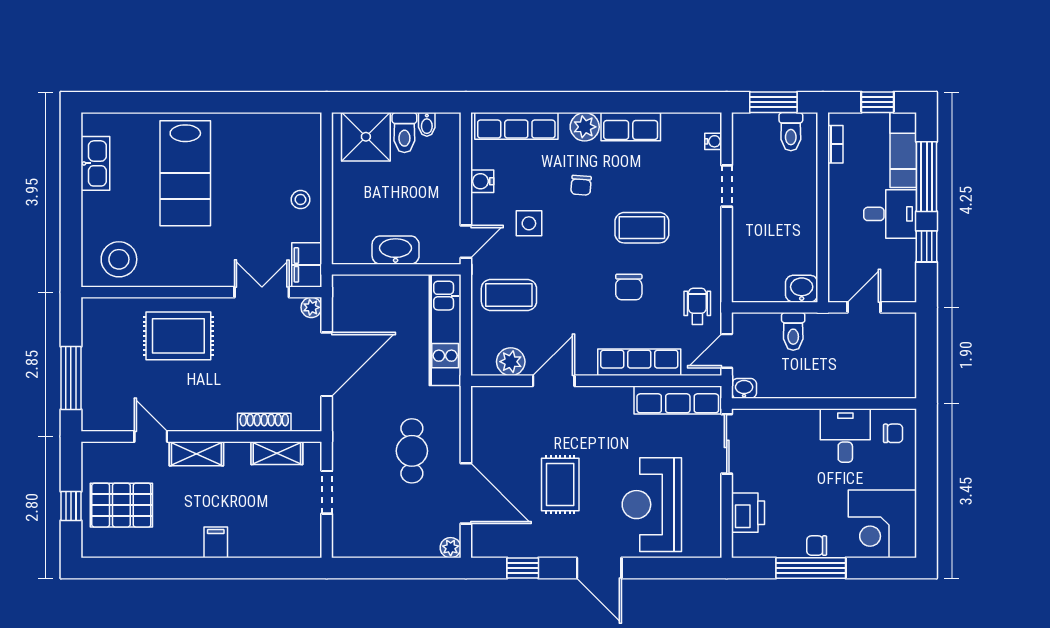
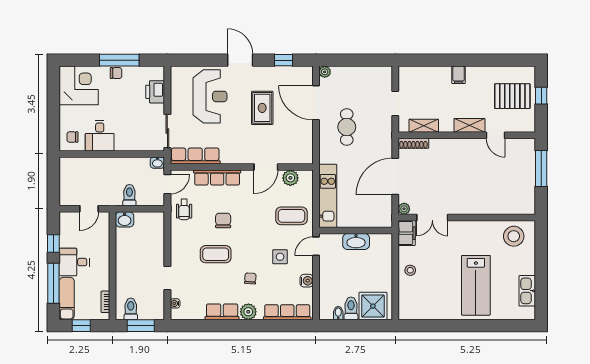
lab bench: (185, 173) -> (476, 285), turned 180
rug: (178, 336) -> (480, 193), removed
shoe rack: (264, 422) -> (413, 143), moved

